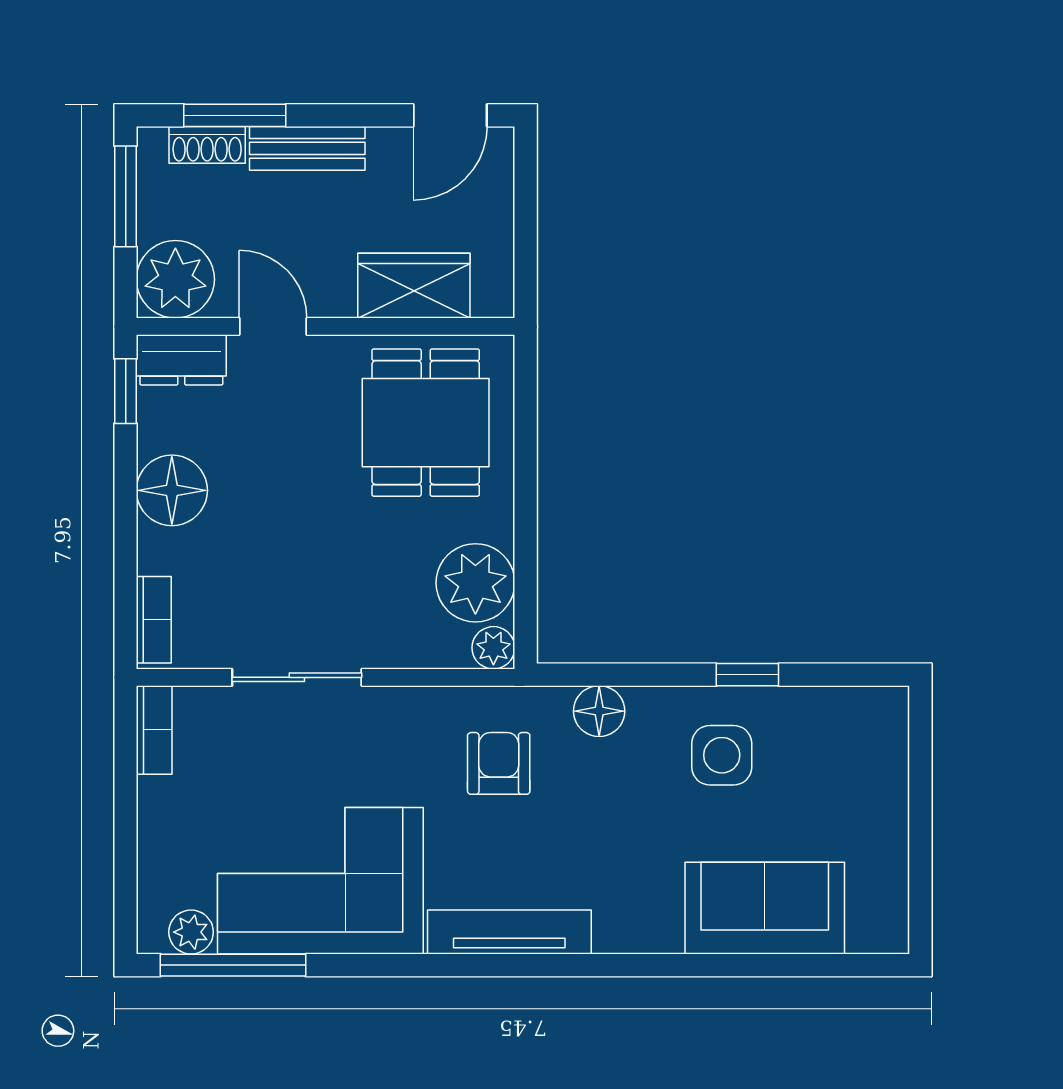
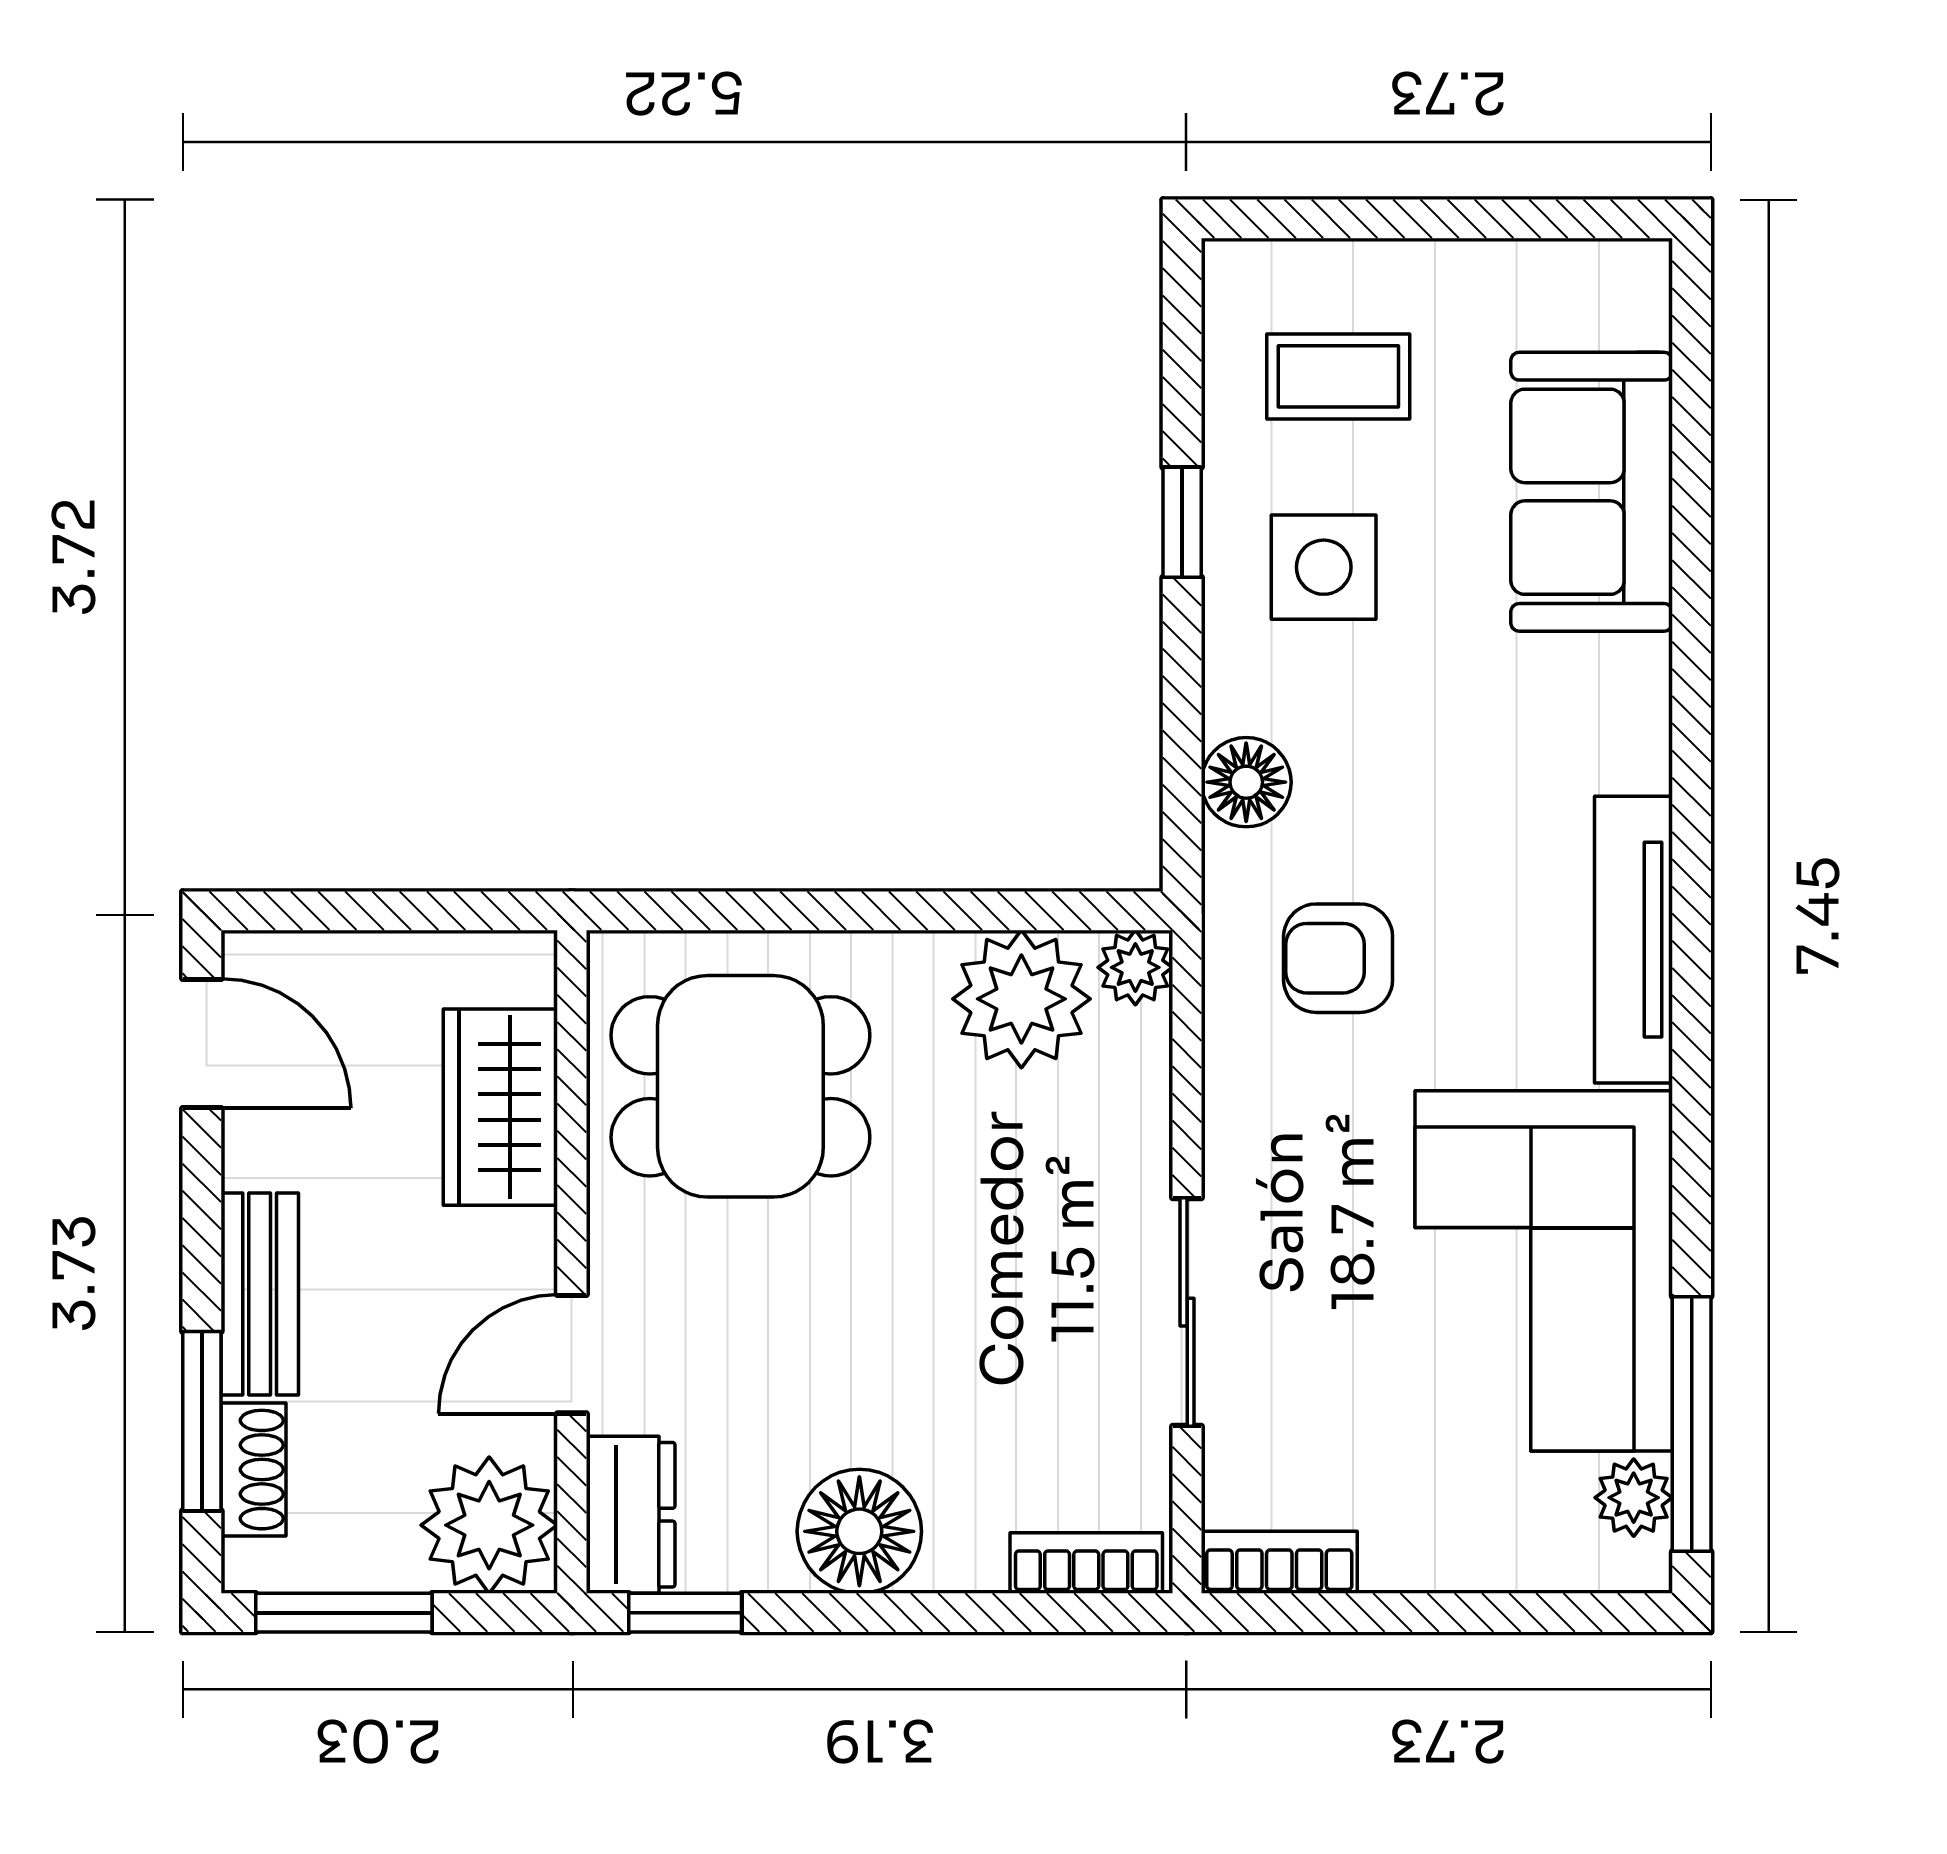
coffee table: (831, 764) -> (1338, 376), added

